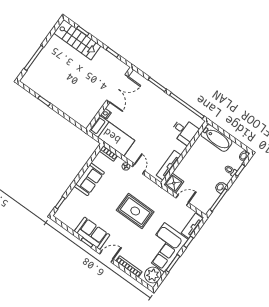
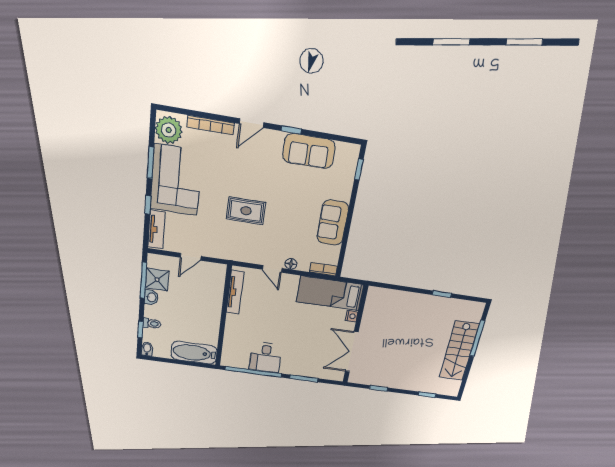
stairs: (77, 40) -> (459, 351), moved, turned -90
desk: (184, 131) -> (265, 357), moved, turned -90
shower: (174, 183) -> (157, 280), moved
rug: (135, 211) -> (246, 211), width x0.73, depth x0.70
sofa: (92, 233) -> (309, 151), moved

